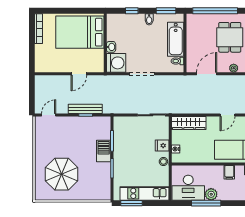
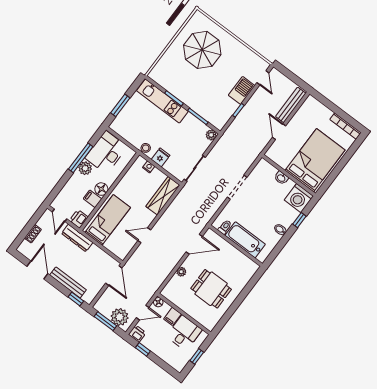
window: (166, 11) -> (277, 250), removed
window: (215, 11) -> (244, 293), removed
washing machine: (116, 63) -> (299, 198), moved
door: (207, 74) -> (194, 244), hinge flipped
bench: (85, 109) -> (291, 105), moved
door: (227, 115) -> (144, 235), hinge flipped
plant: (118, 121) -> (211, 135), added
barbecue: (104, 151) -> (242, 90), moved, turned -90
floor lamp: (217, 171) -> (101, 189), added
kitchen unit: (144, 193) -> (162, 101), moved, turned 90
window: (131, 203) -> (120, 105), moved

